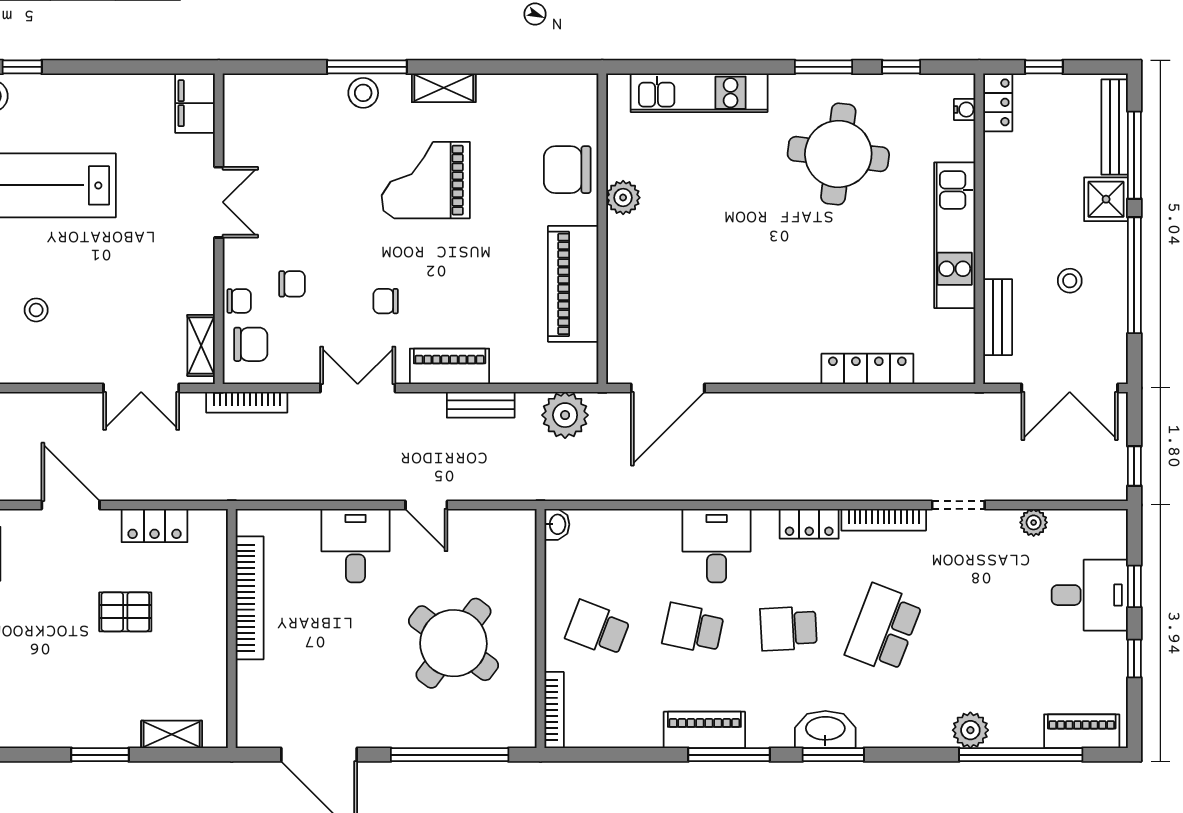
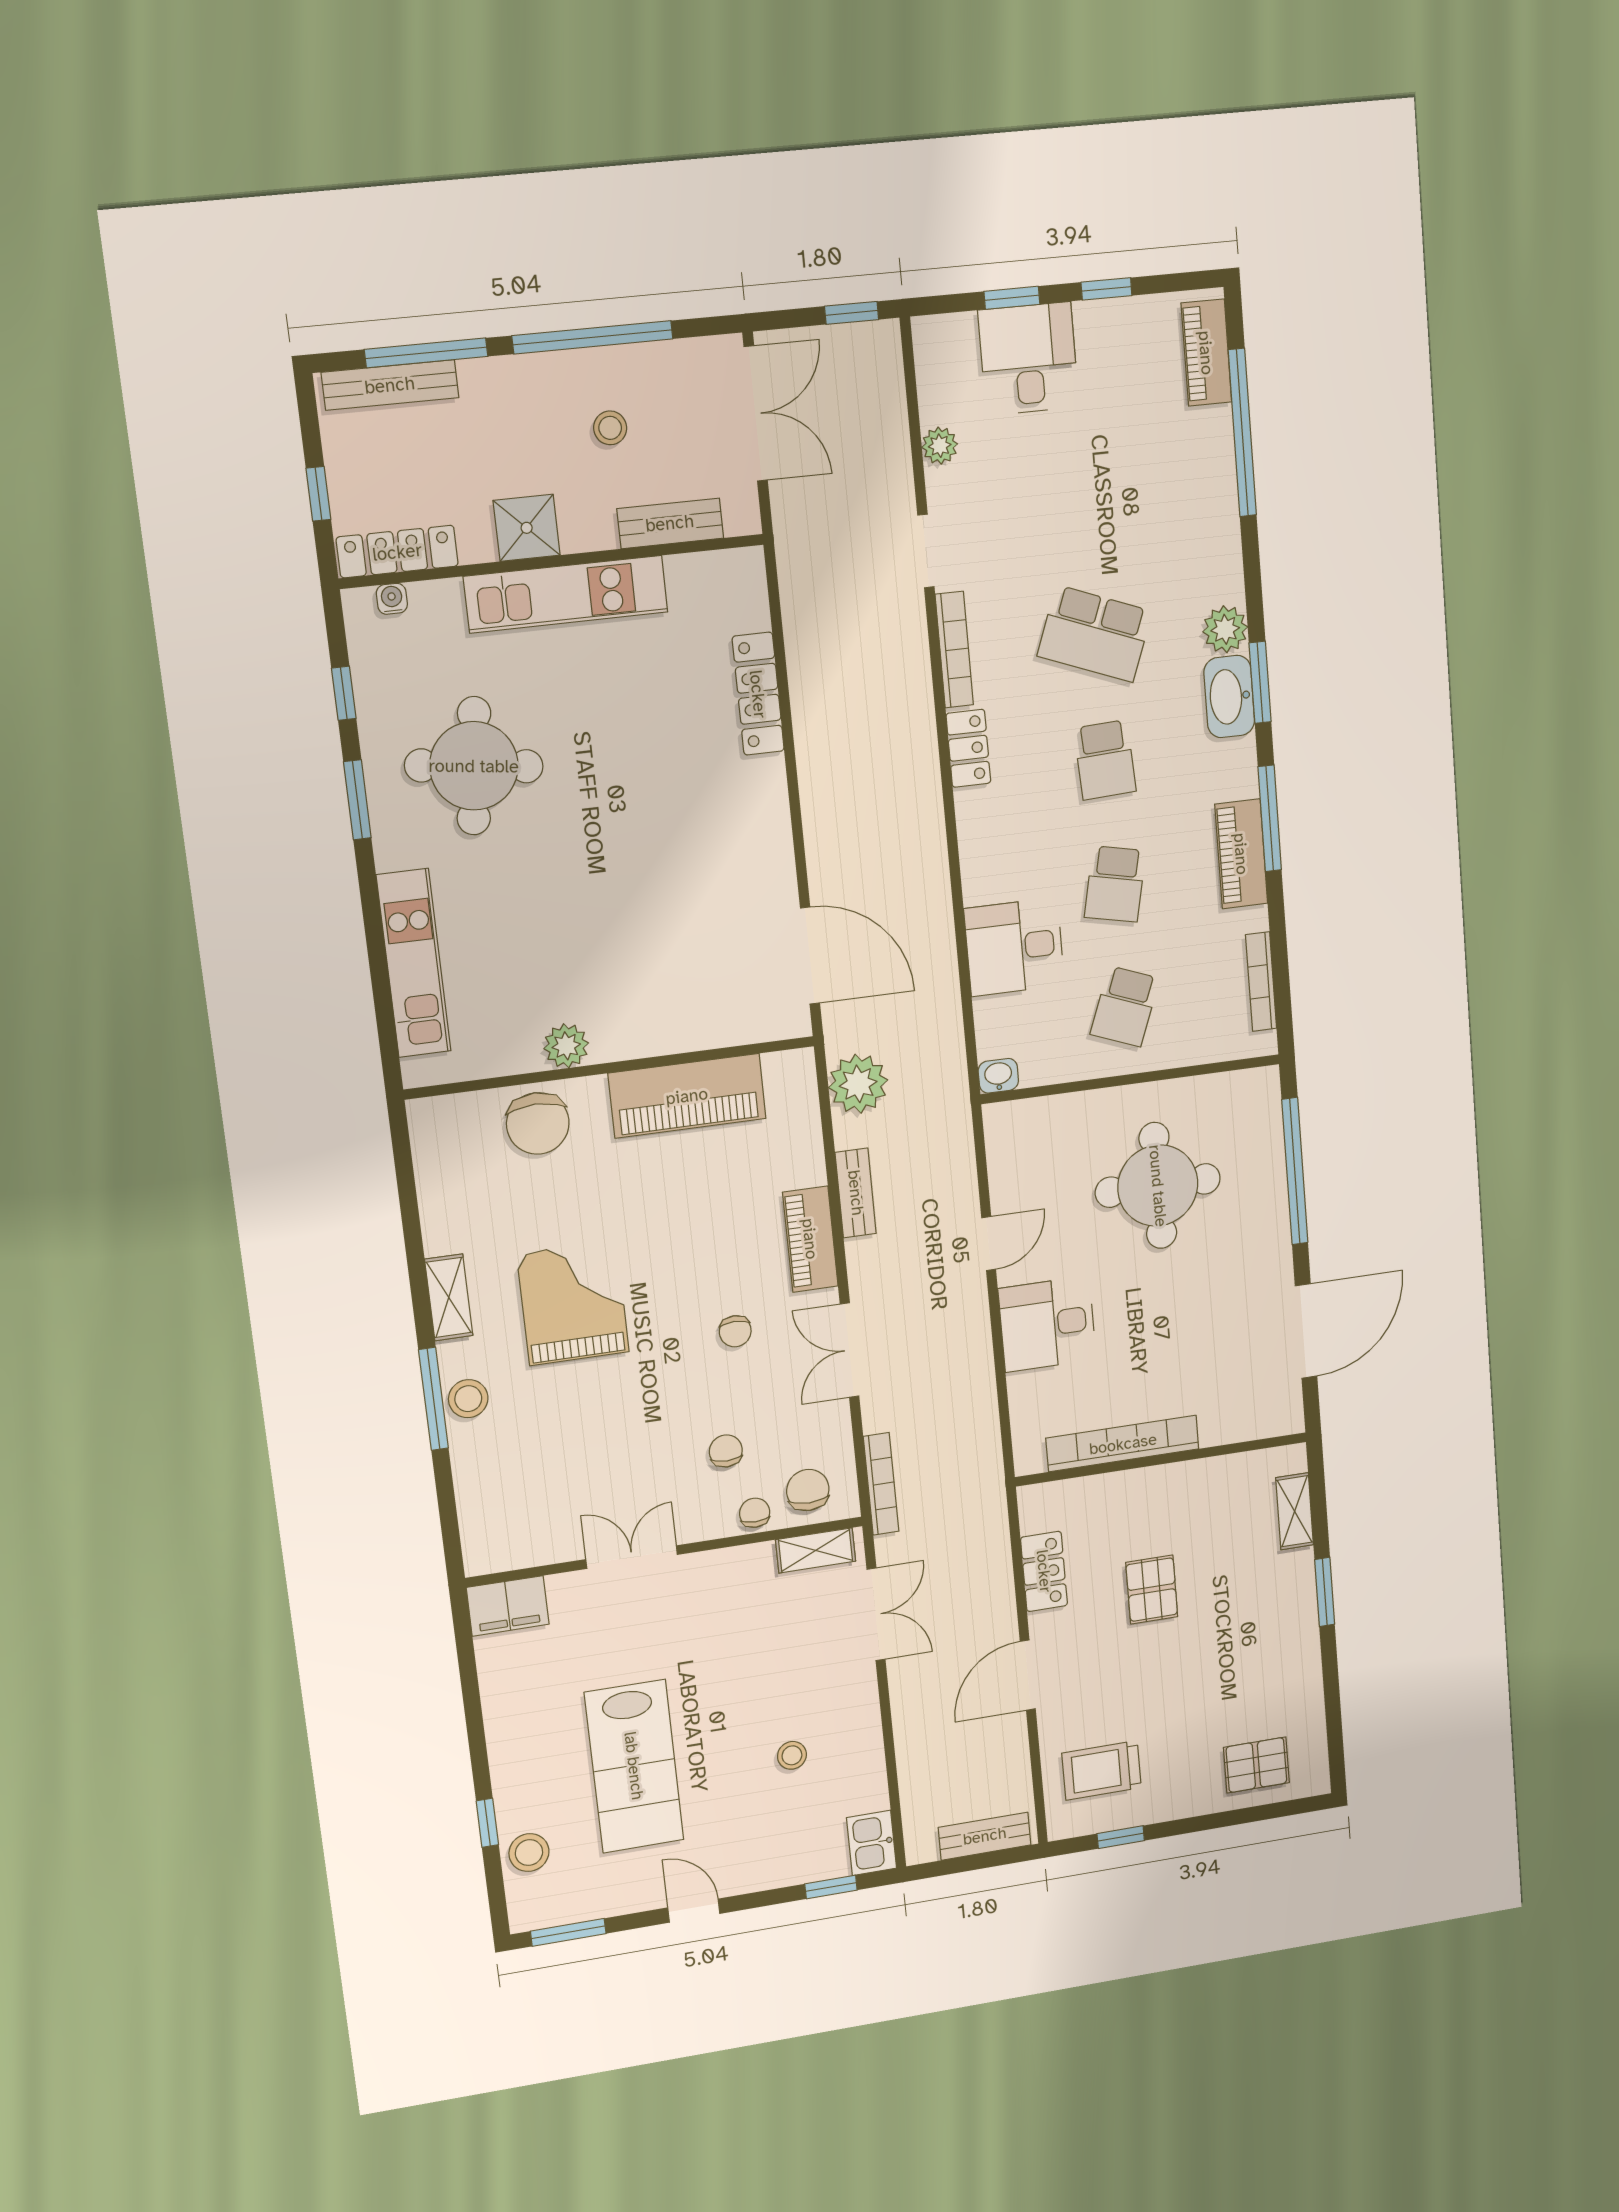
locker: (998, 102) -> (397, 552), width x1.53
grand piano: (426, 180) -> (573, 1303), turned 180
shower: (1106, 199) -> (527, 528), moved
desk: (717, 546) -> (1014, 947), moved
round table: (453, 643) -> (1158, 1186), turned -37
bookcase: (554, 710) -> (1261, 982), moved, turned -90
plant: (970, 730) -> (1225, 629), moved

